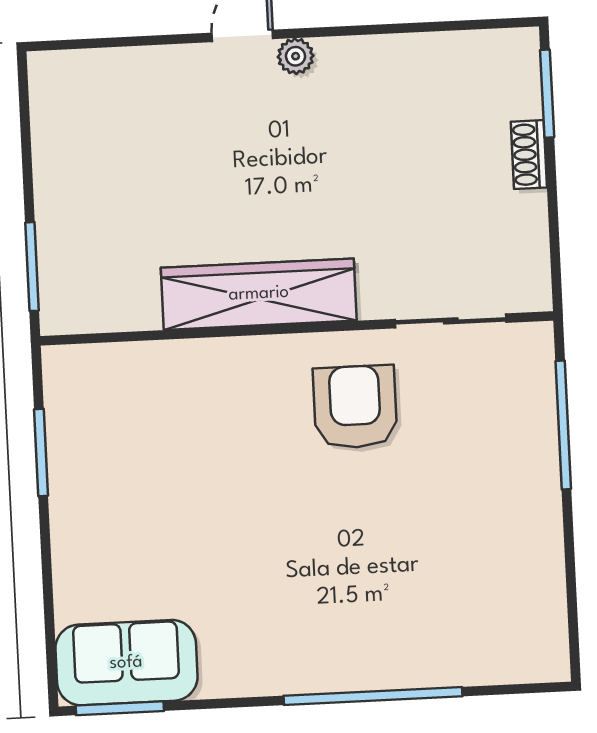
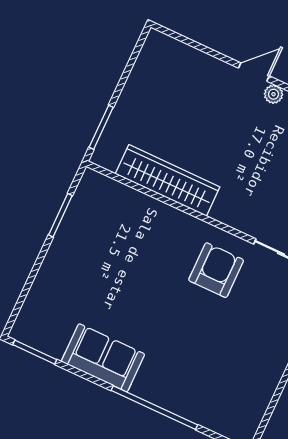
wardrobe: (259, 294) -> (168, 180), moved
sofa: (126, 663) -> (103, 358), moved

